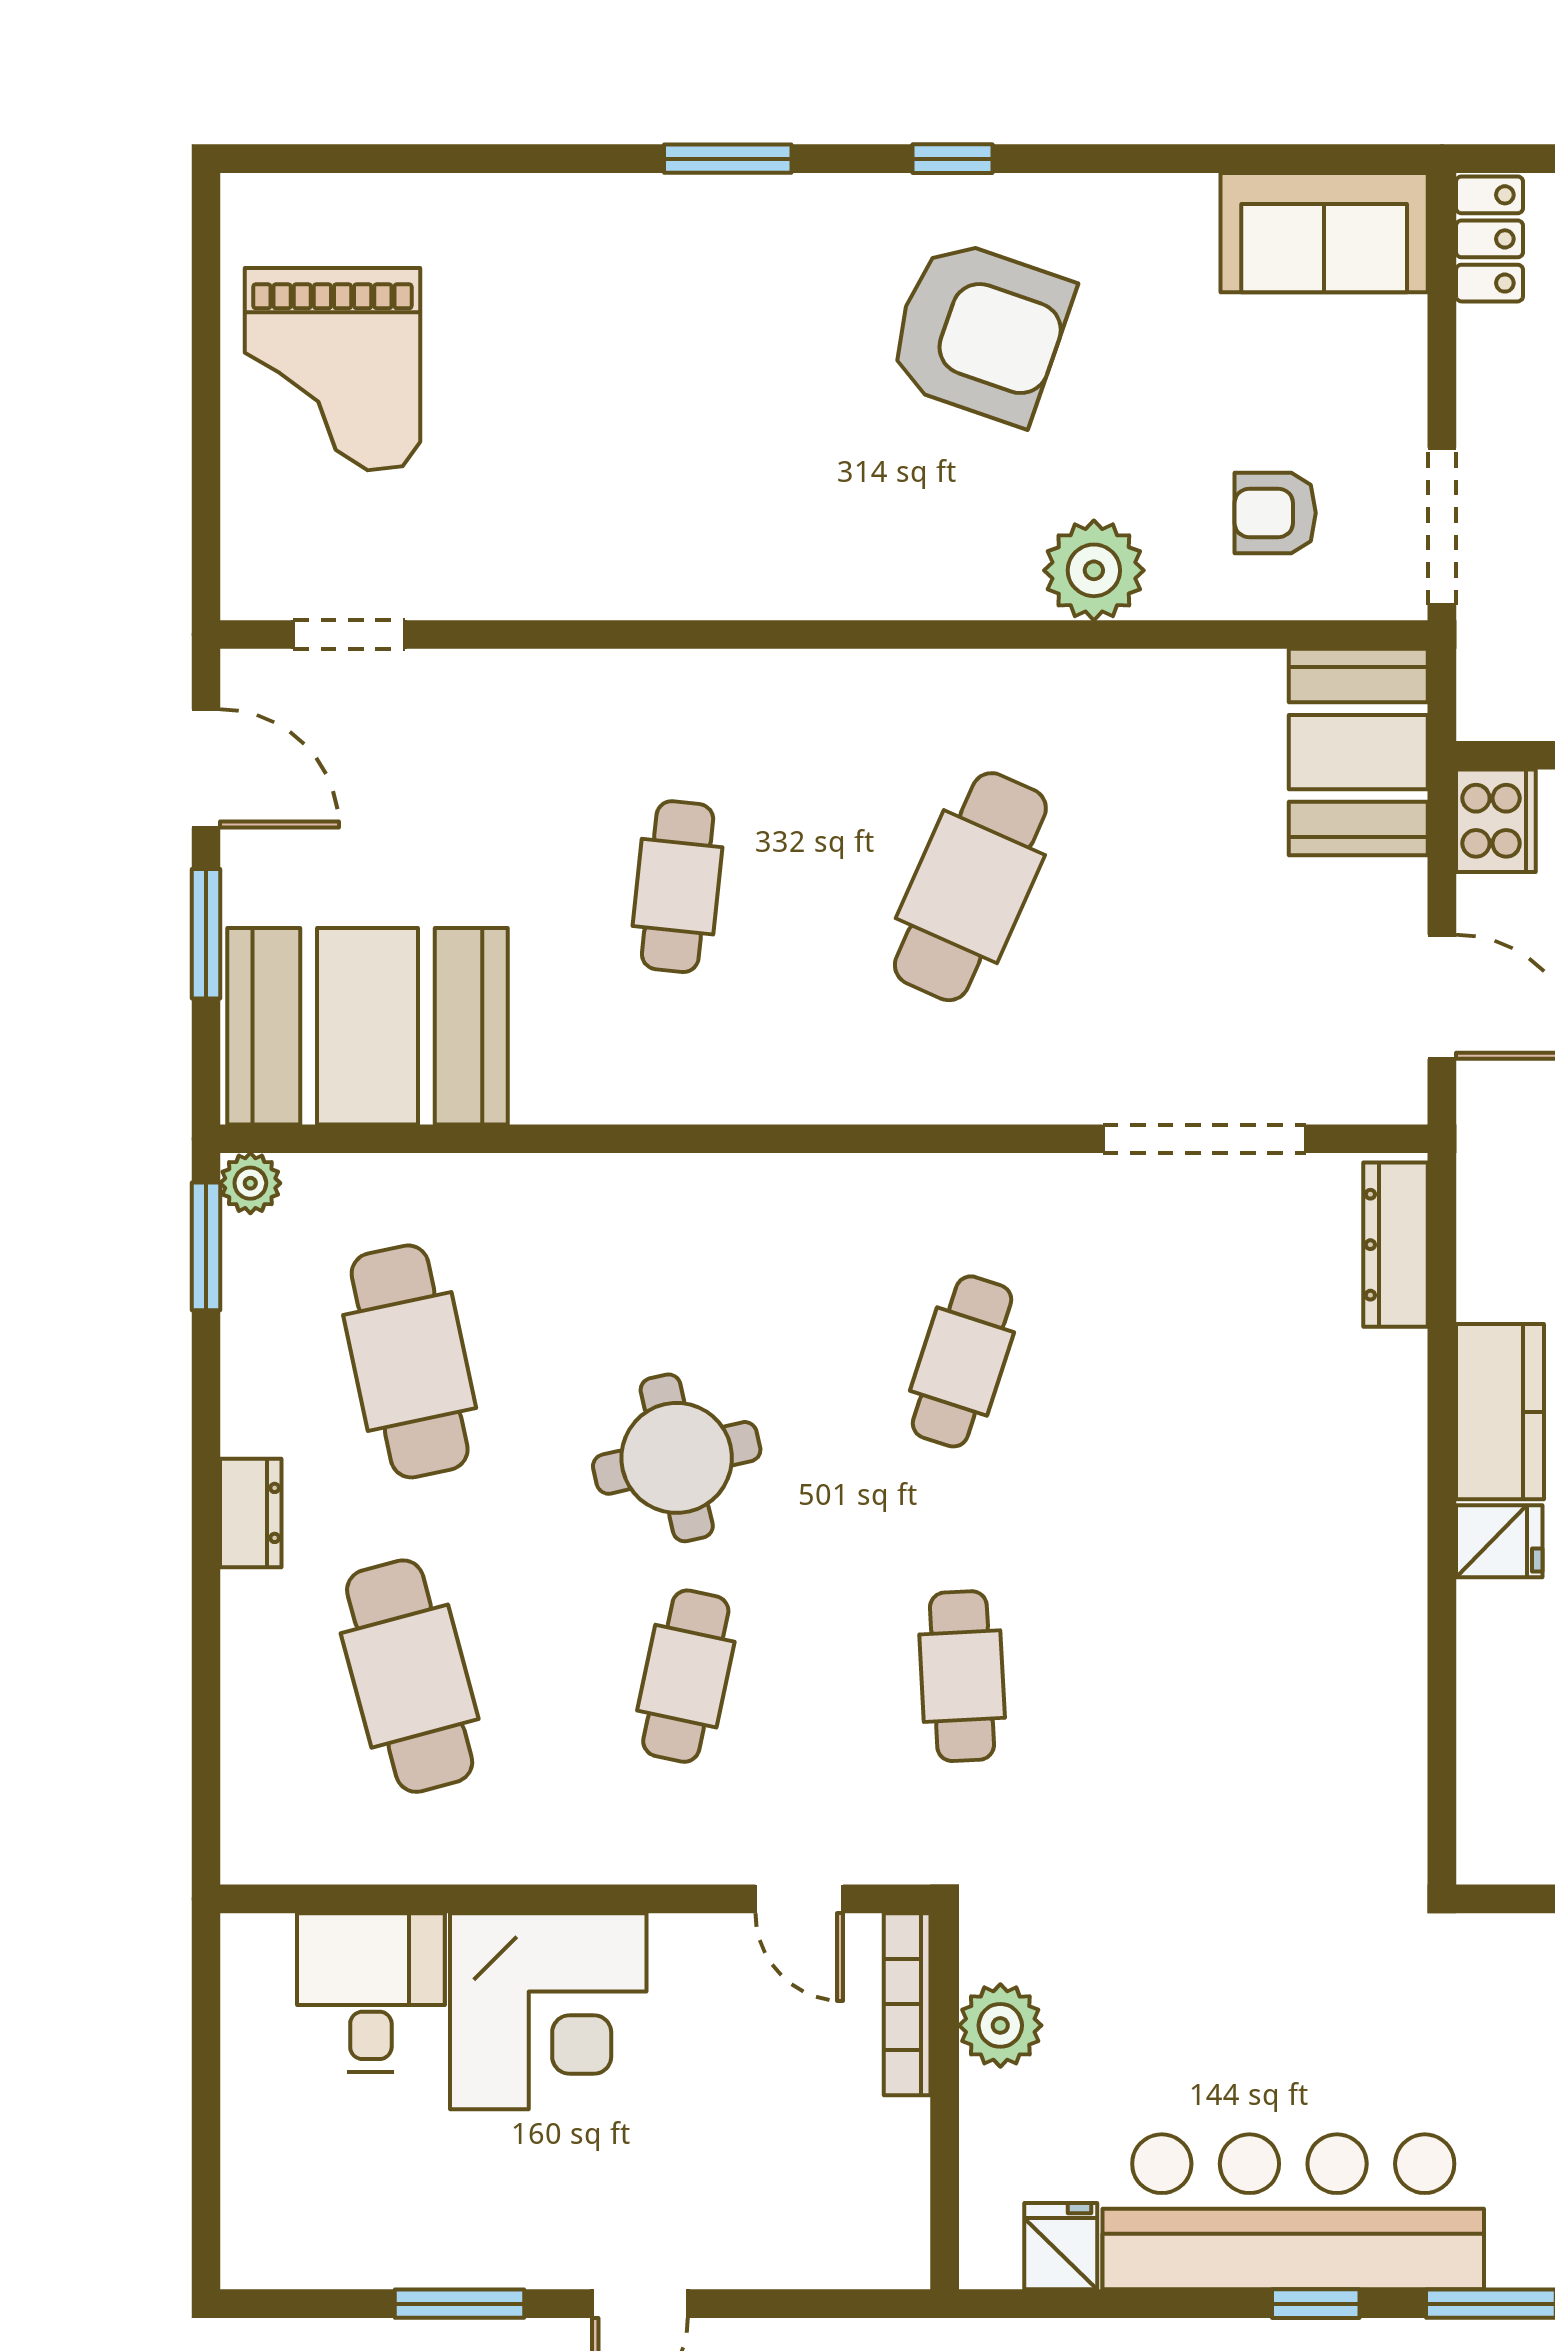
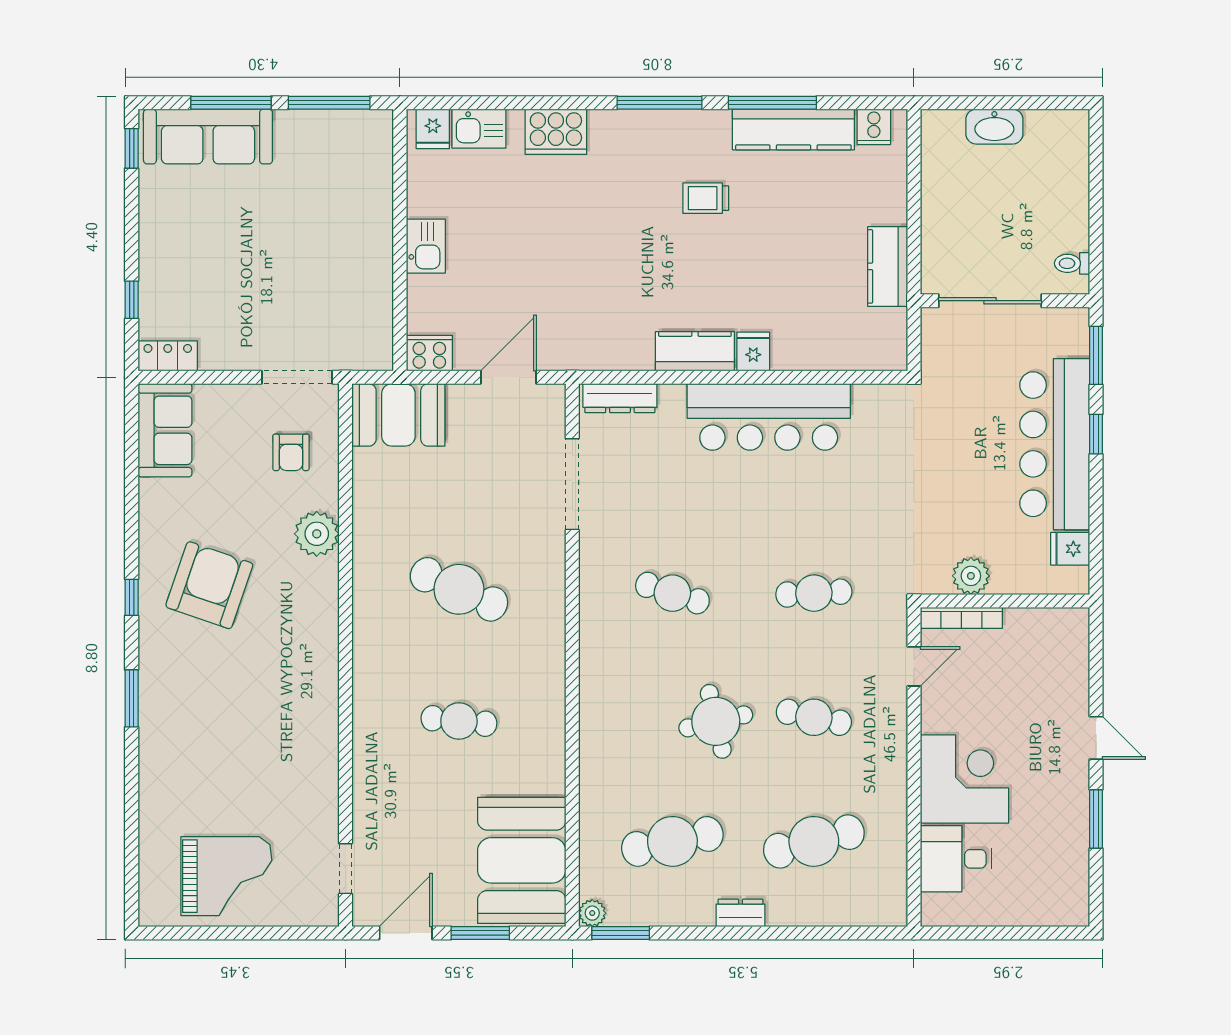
bar counter: (1354, 1576) -> (769, 417), added

